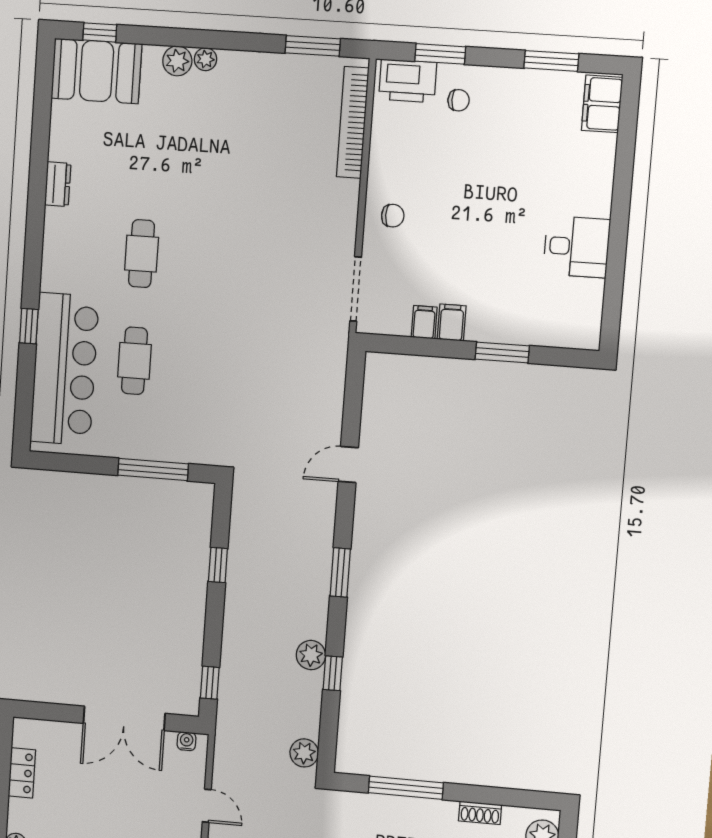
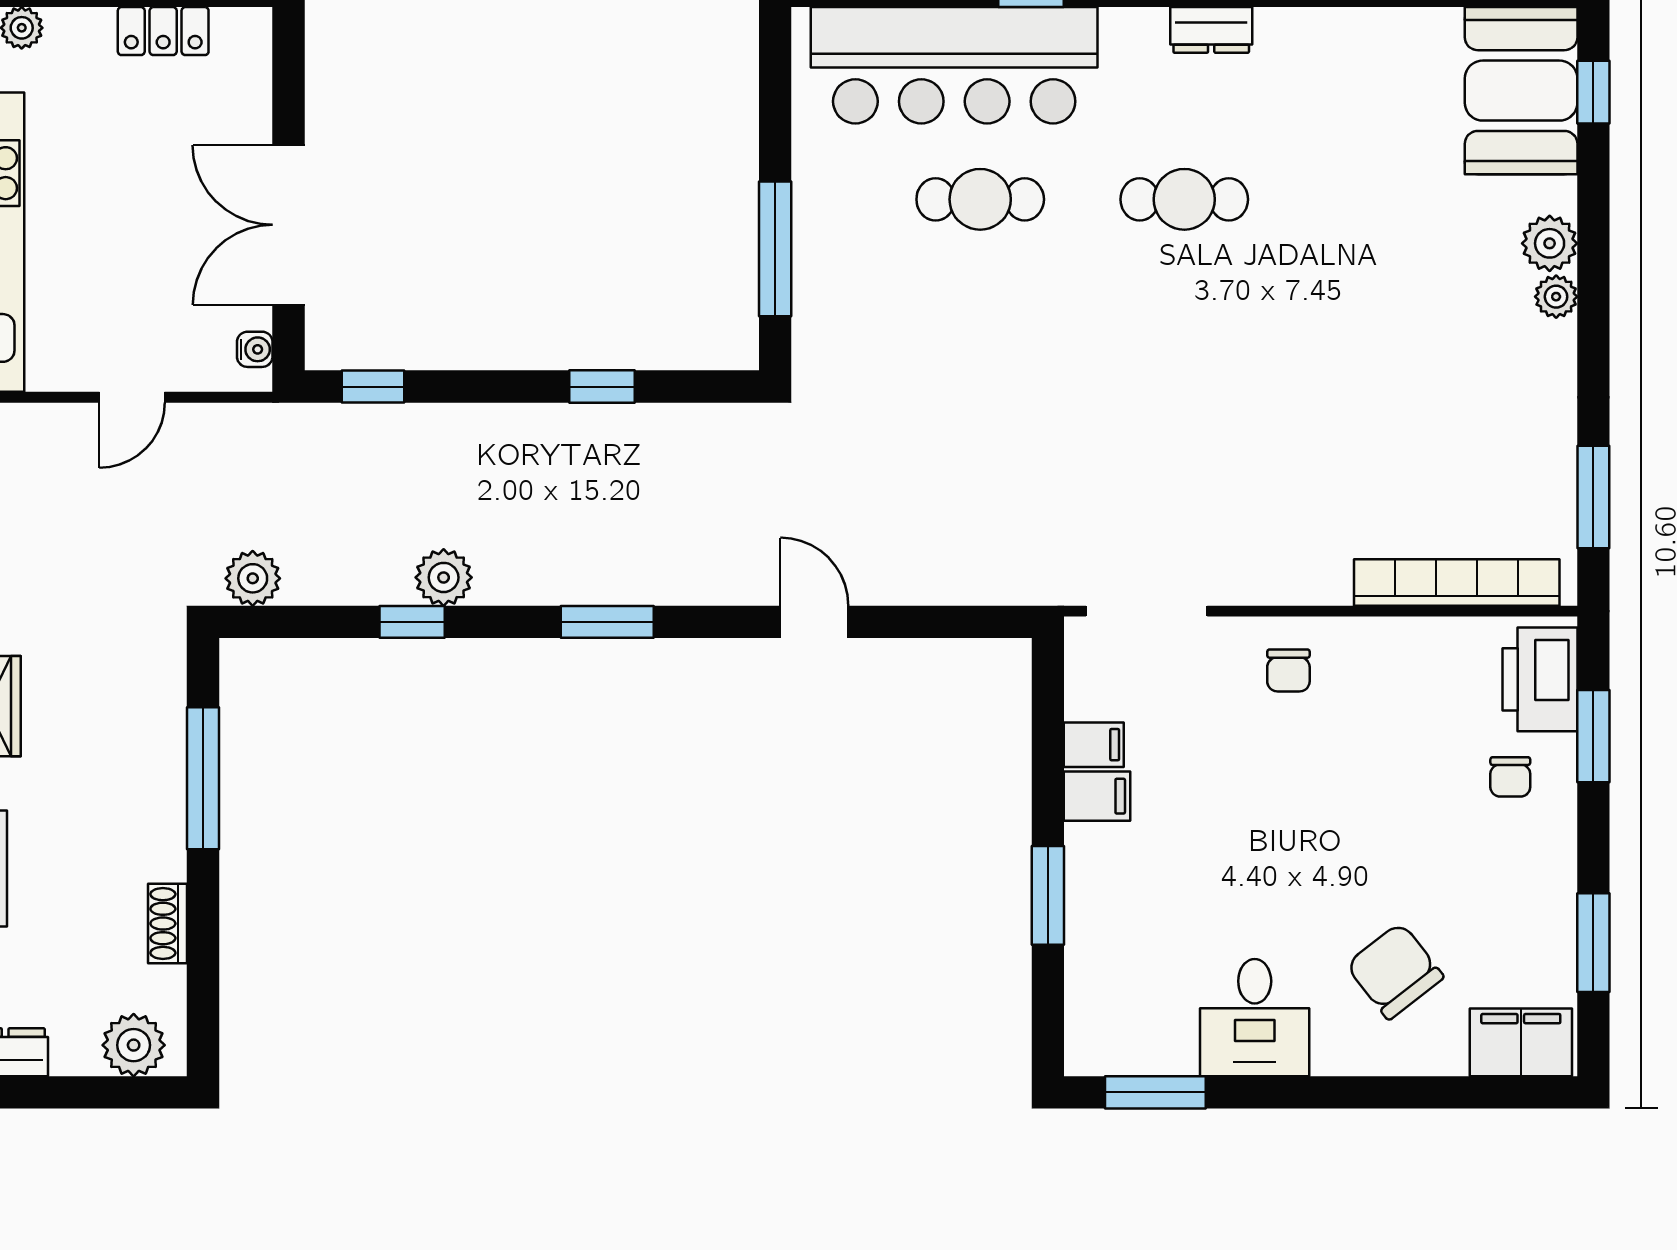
chair: (558, 170) -> (1395, 971), added
dresser: (58, 184) -> (1211, 30), moved
window: (612, 303) -> (1155, 1092), added

